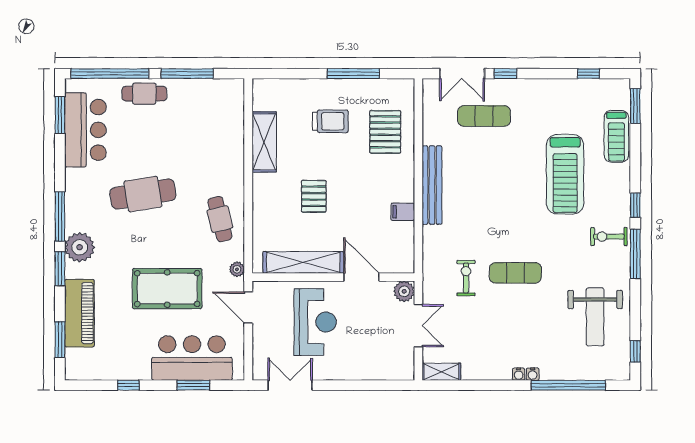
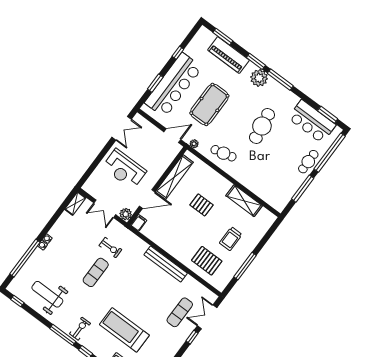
filing cabinet: (403, 212) -> (139, 223), moved
reception desk: (315, 322) -> (124, 169), moved
bar counter: (192, 358) -> (173, 85), width x1.36

